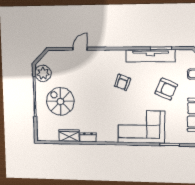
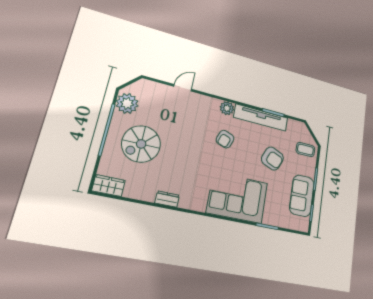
plant: (119, 56) -> (227, 108), added
spiral stairs: (60, 101) -> (141, 144), turned -90
wardrobe: (69, 136) -> (109, 186), moved

